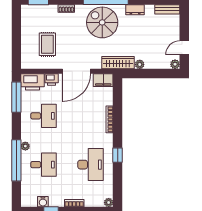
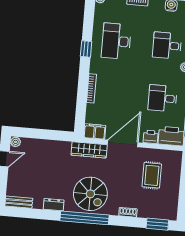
wardrobe: (118, 63) -> (89, 150), moved
plant: (140, 64) -> (54, 145), removed

